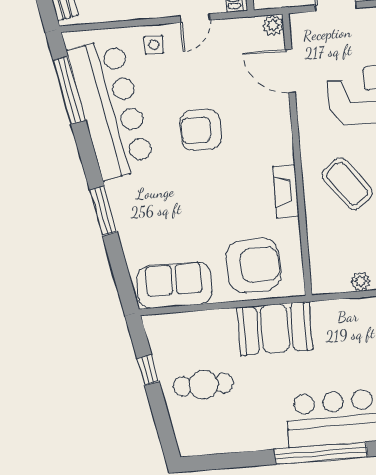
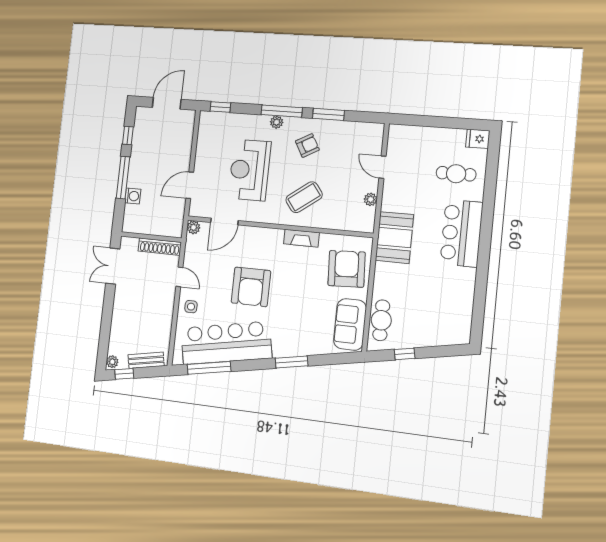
armchair: (201, 130) -> (251, 287), width x1.36, depth x1.36
booth: (275, 329) -> (394, 238), moved
cafe table: (203, 385) -> (381, 320), moved
window: (321, 453) -> (485, 247), removed

